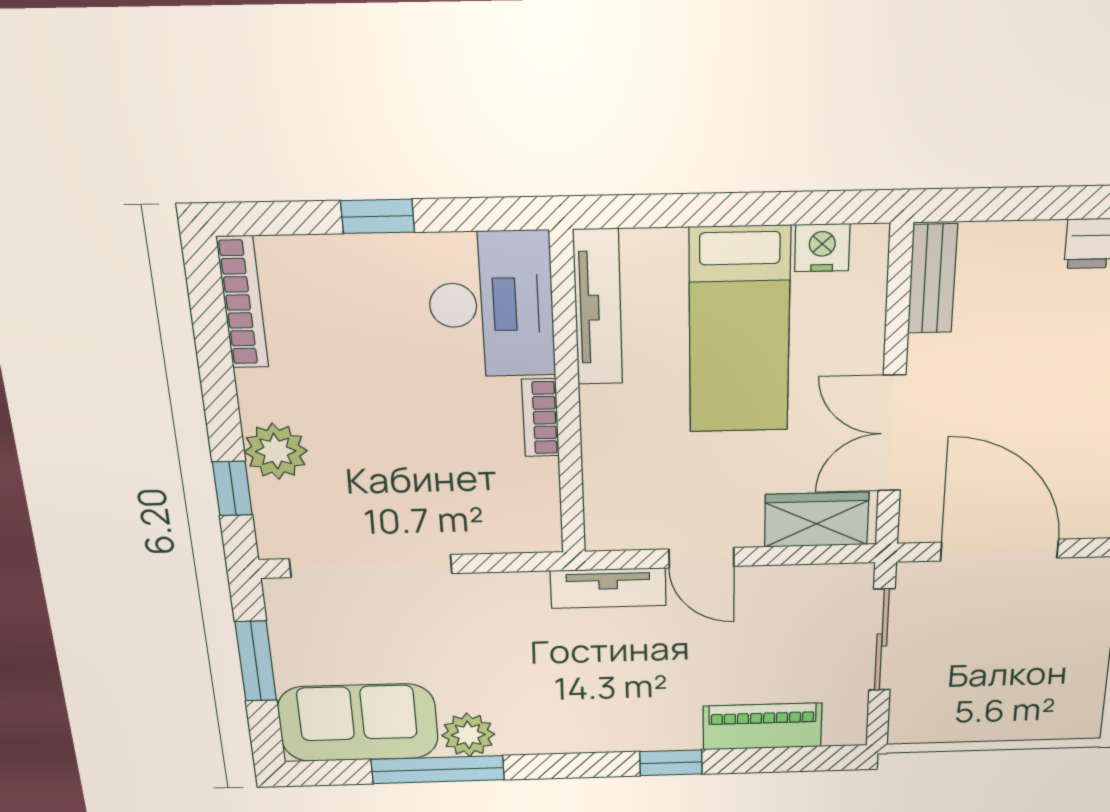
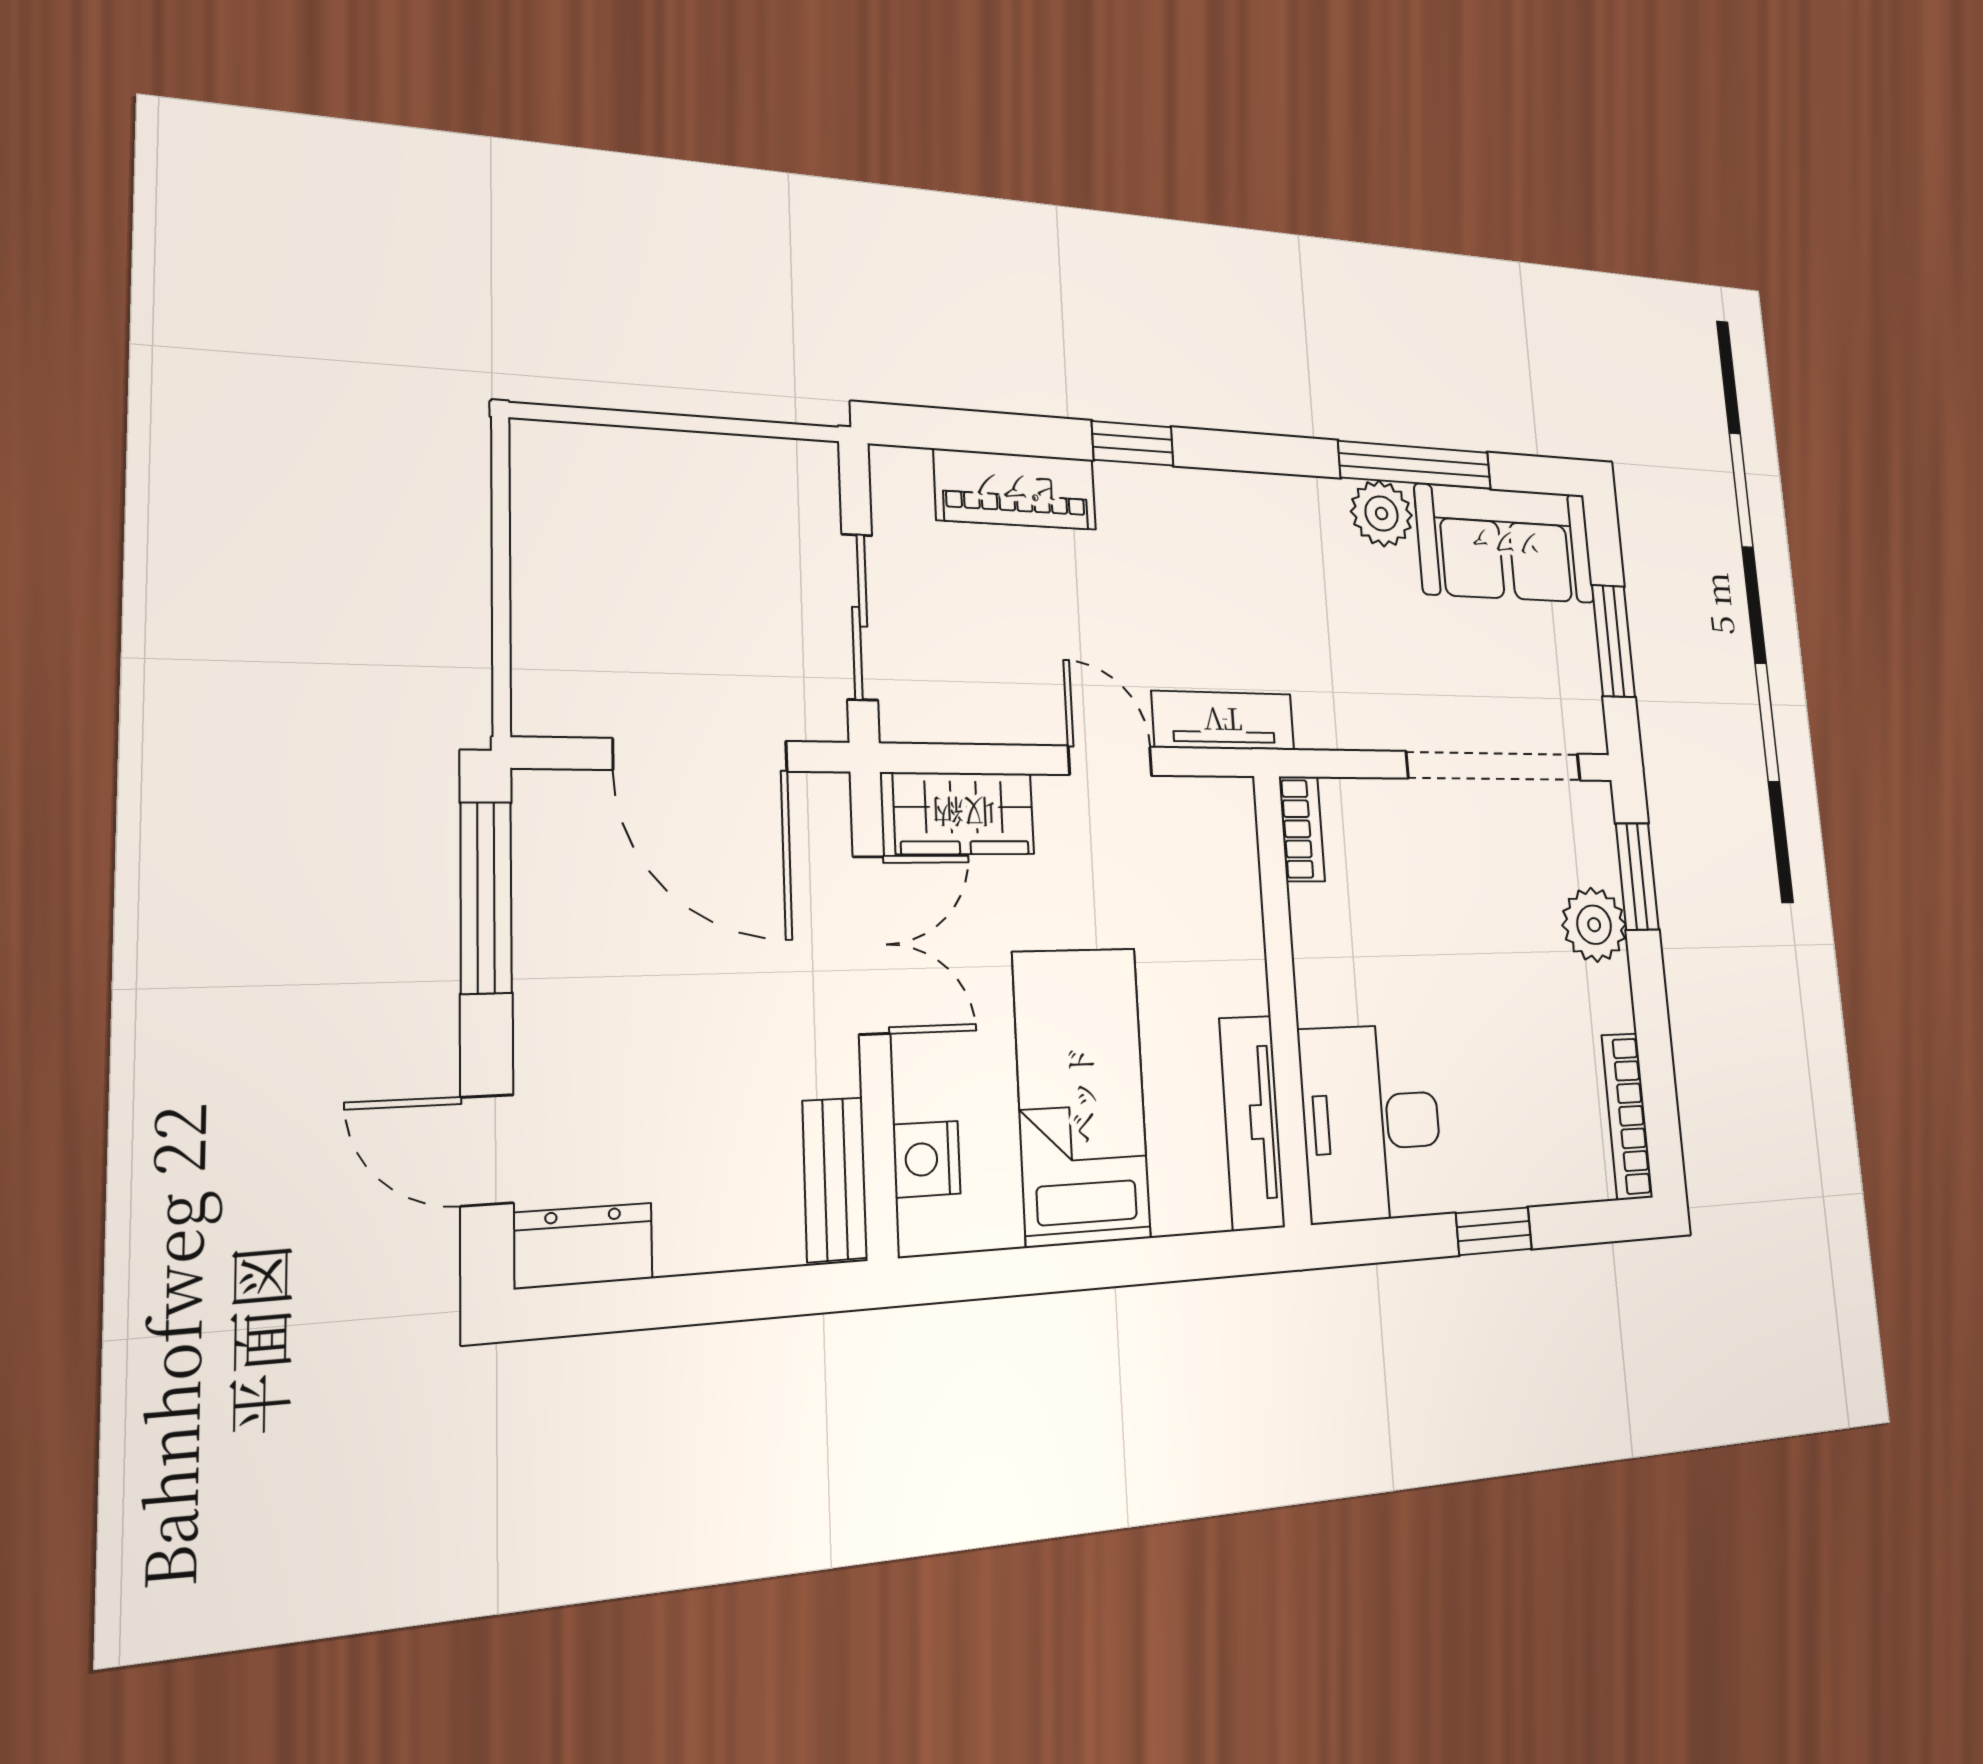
nightstand: (822, 248) -> (927, 1159), moved, turned 90
bookcase: (540, 418) -> (1302, 829), moved
window: (232, 488) -> (1637, 876), width x1.50

